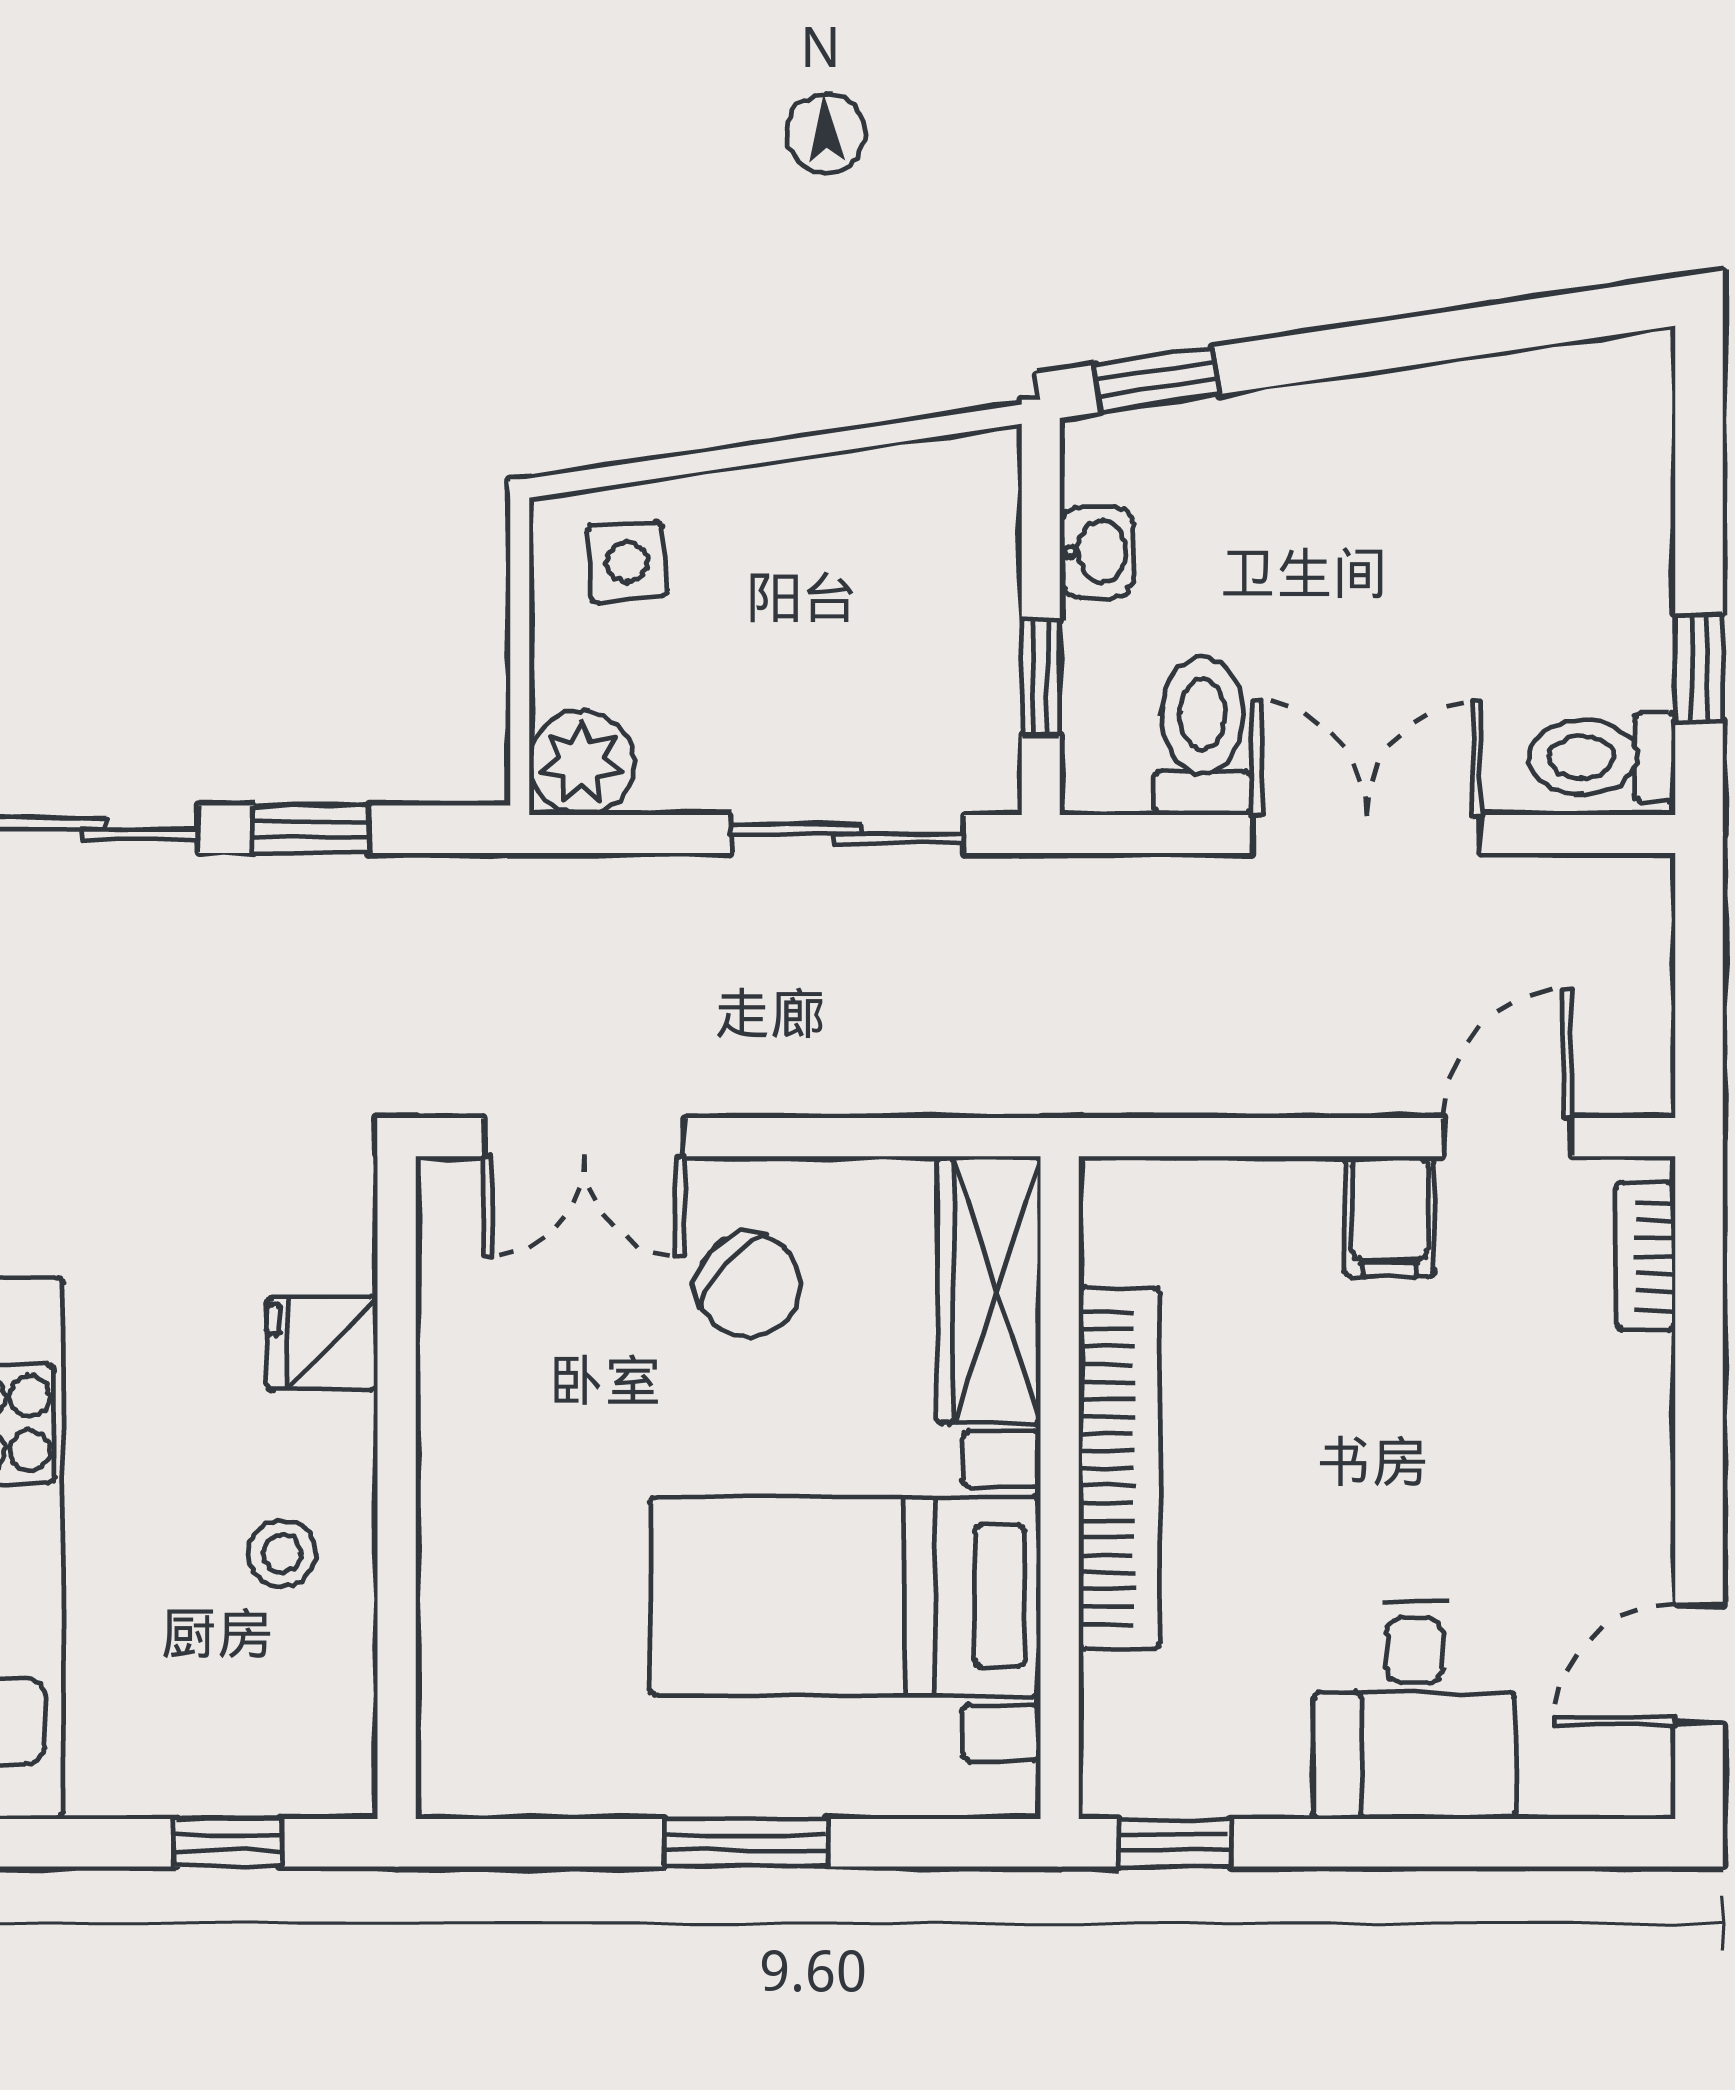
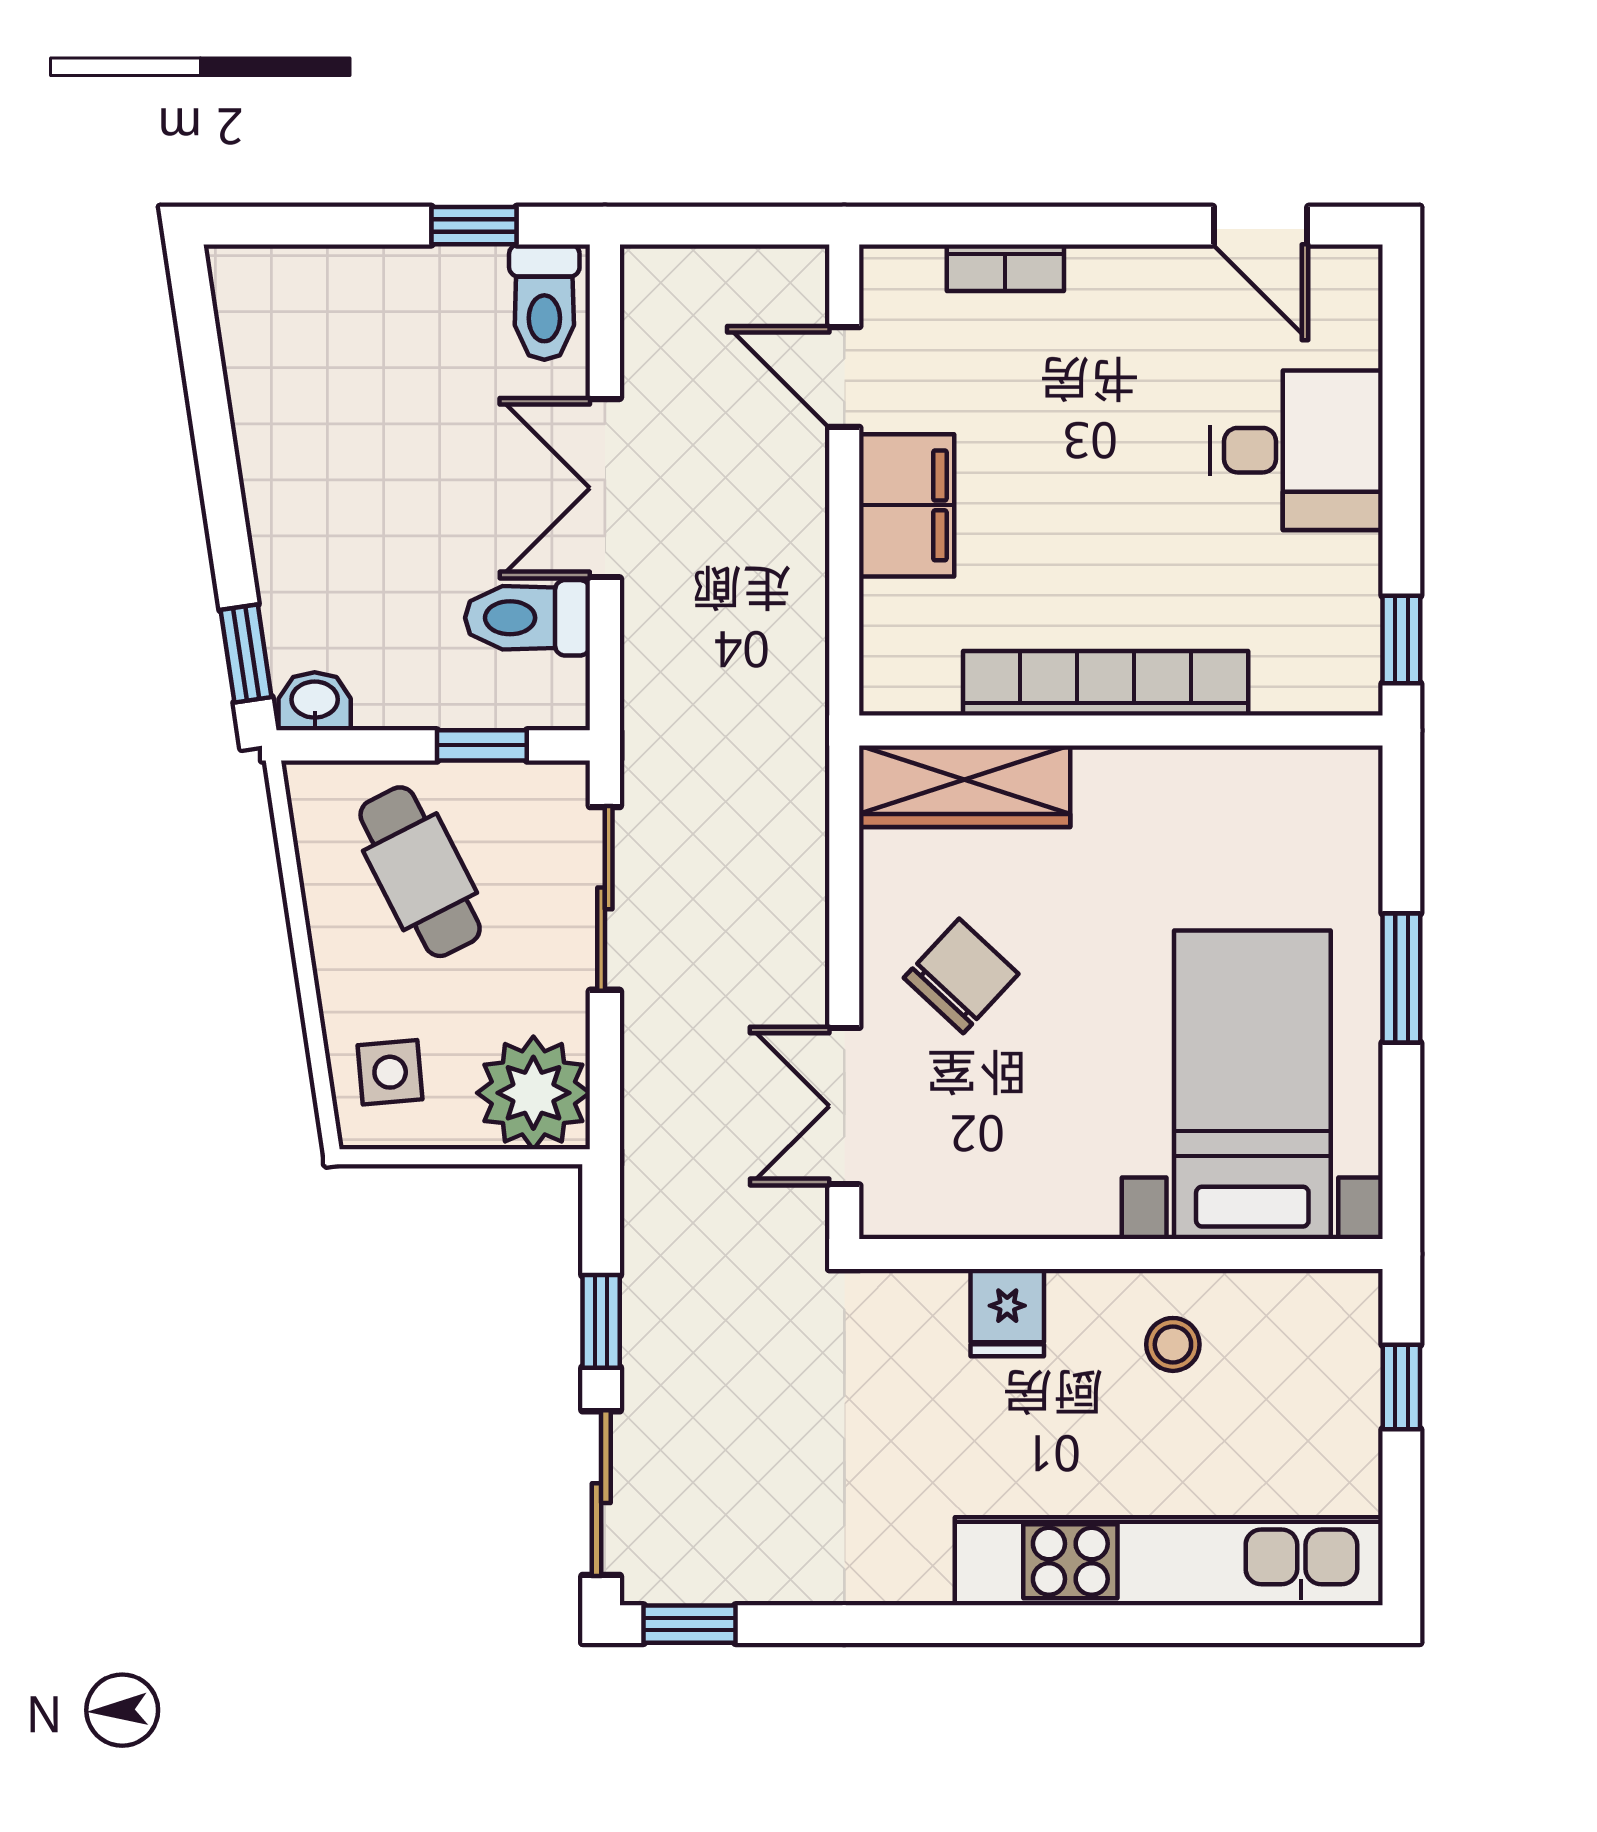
washbasin: (1097, 552) -> (315, 701), moved
cafe table: (881, 600) -> (420, 872), added
plant: (582, 763) -> (533, 1093), width x1.36, depth x1.36
double door: (584, 1137) -> (844, 1106), swing flipped
filing cabinet: (1390, 1216) -> (907, 505), width x2.00
bookcase: (1646, 1256) -> (1005, 268), moved
bed with nightstands: (845, 1596) -> (1252, 1085), moved, turned 180

